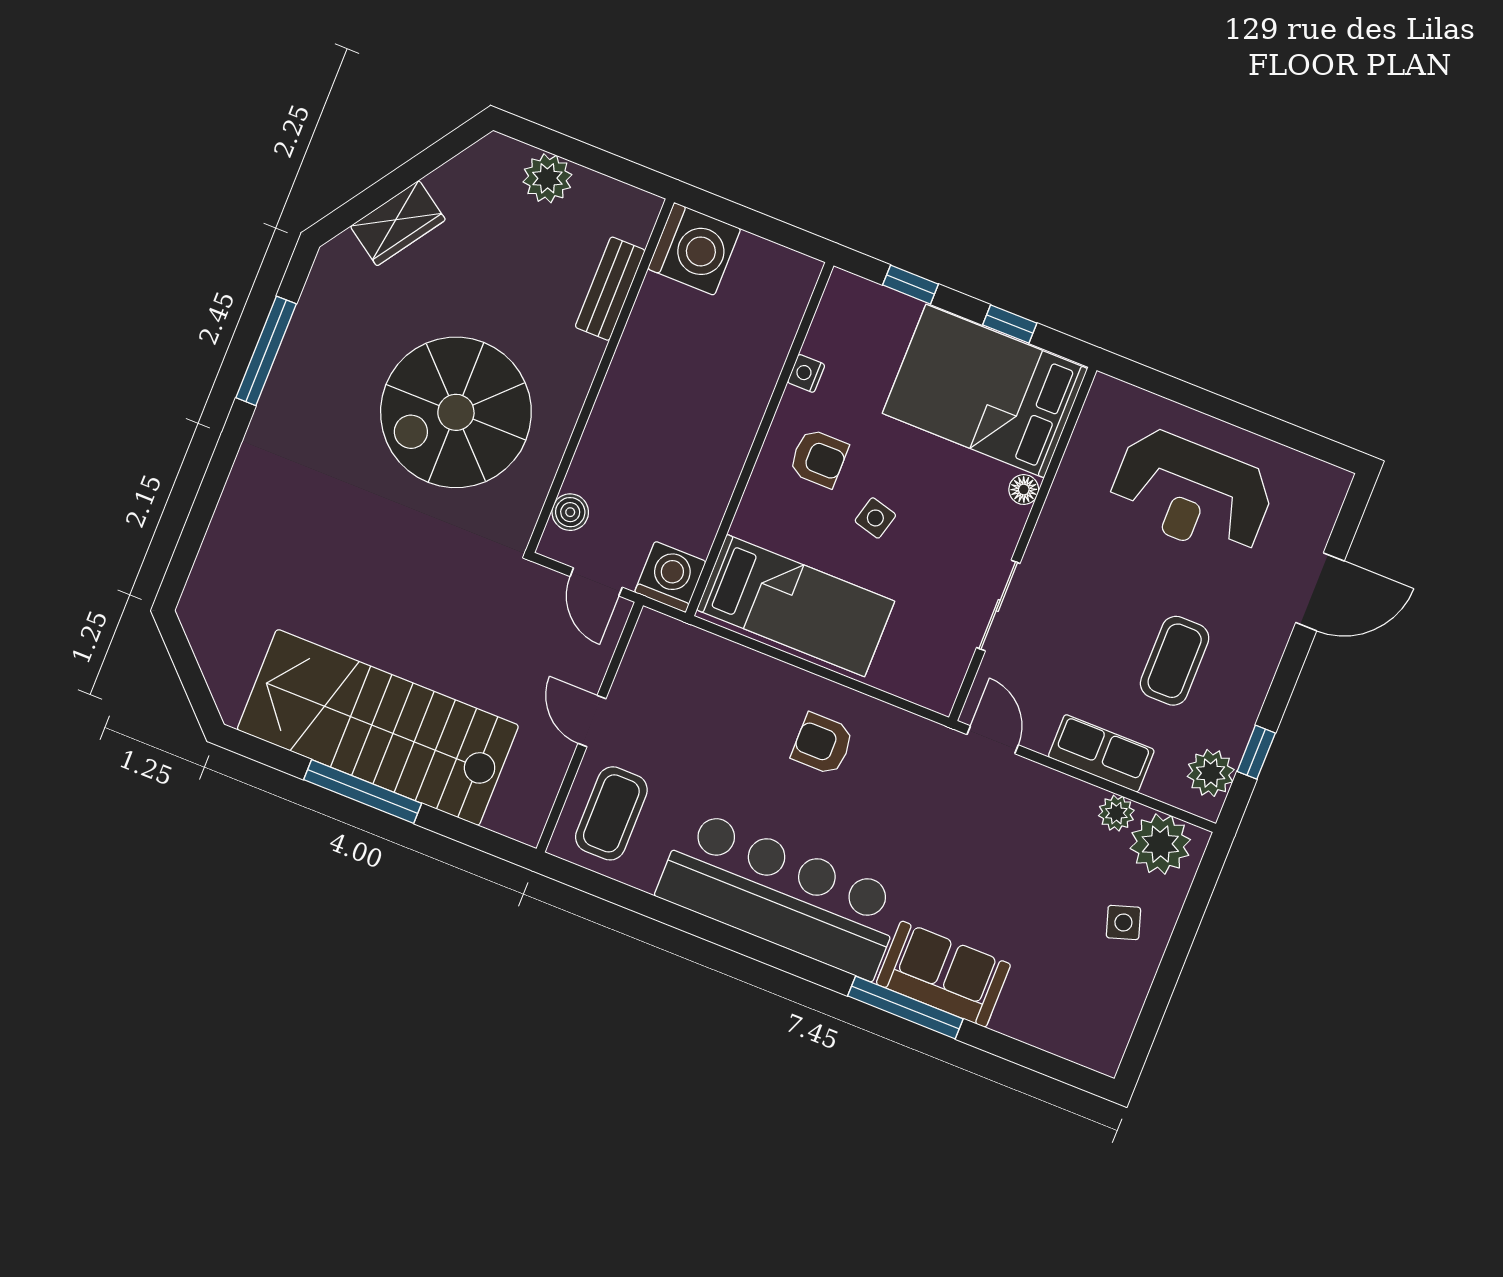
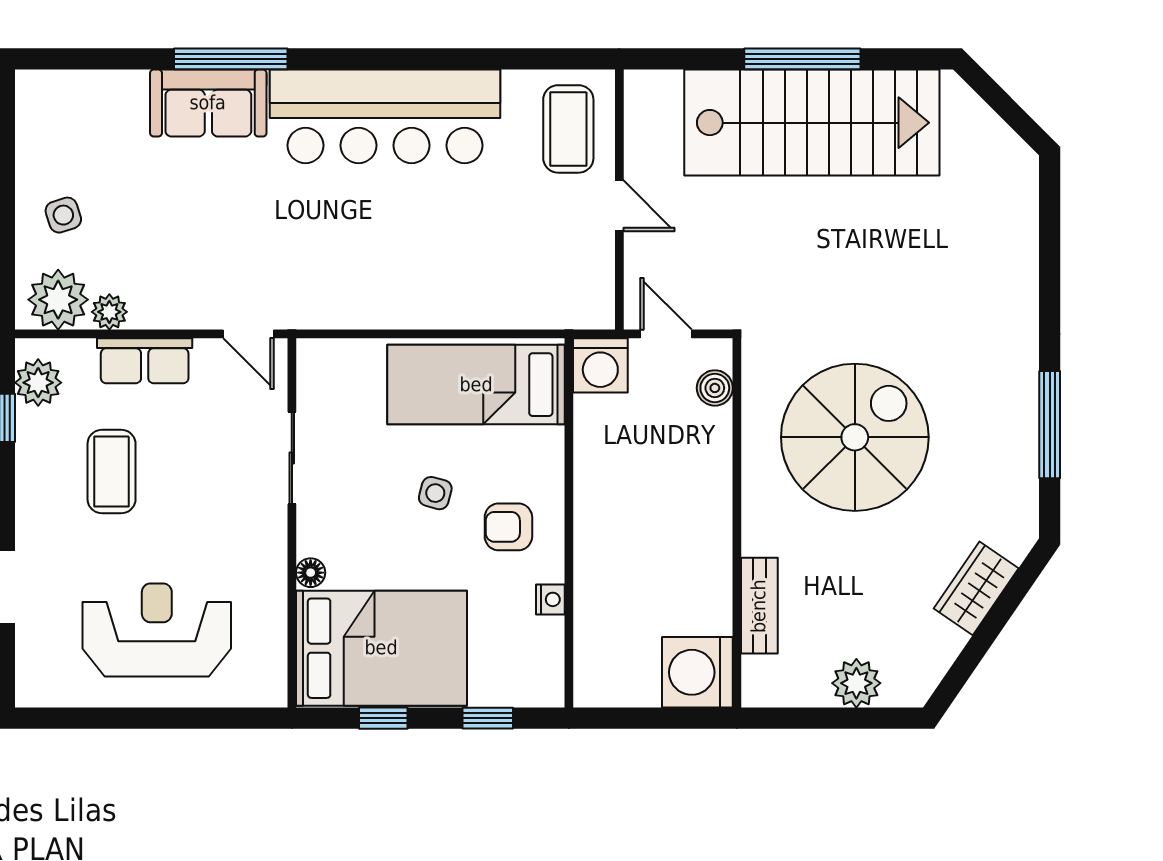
armchair: (823, 744) -> (401, 268), removed

